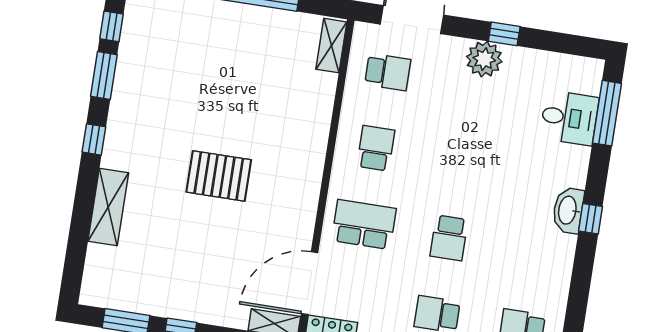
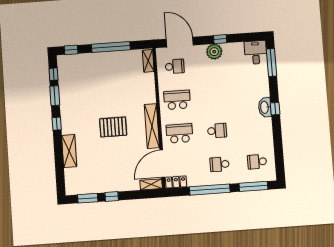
desk: (569, 118) -> (256, 52), moved, turned -90
school desk: (376, 148) -> (177, 100), width x1.85
shelving: (306, 194) -> (152, 126), added
school desk: (449, 238) -> (217, 131), turned -90

